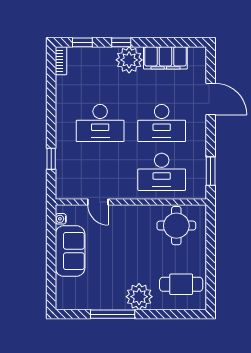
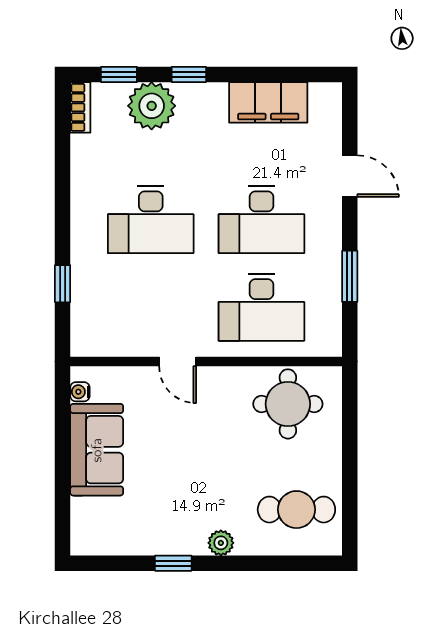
plant: (129, 60) -> (152, 106), moved
door: (211, 99) -> (350, 176), width x0.73
window: (211, 171) -> (350, 276), moved
door: (98, 202) -> (178, 362), moved
plant: (139, 297) -> (221, 543), width x0.53, depth x0.53
window: (113, 314) -> (173, 563), width x0.46

